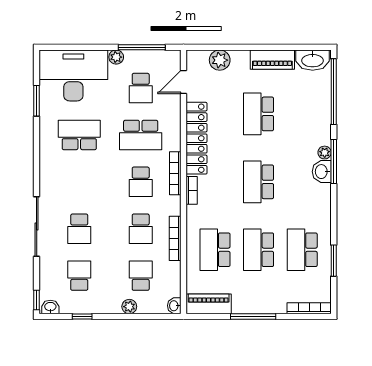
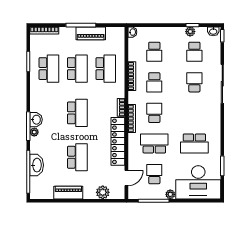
washbasin: (313, 60) -> (37, 165), moved, turned 90
school desk: (141, 229) -> (154, 82), turned 180
piano: (209, 304) -> (91, 33), moved
plant: (129, 307) -> (190, 32), moved

